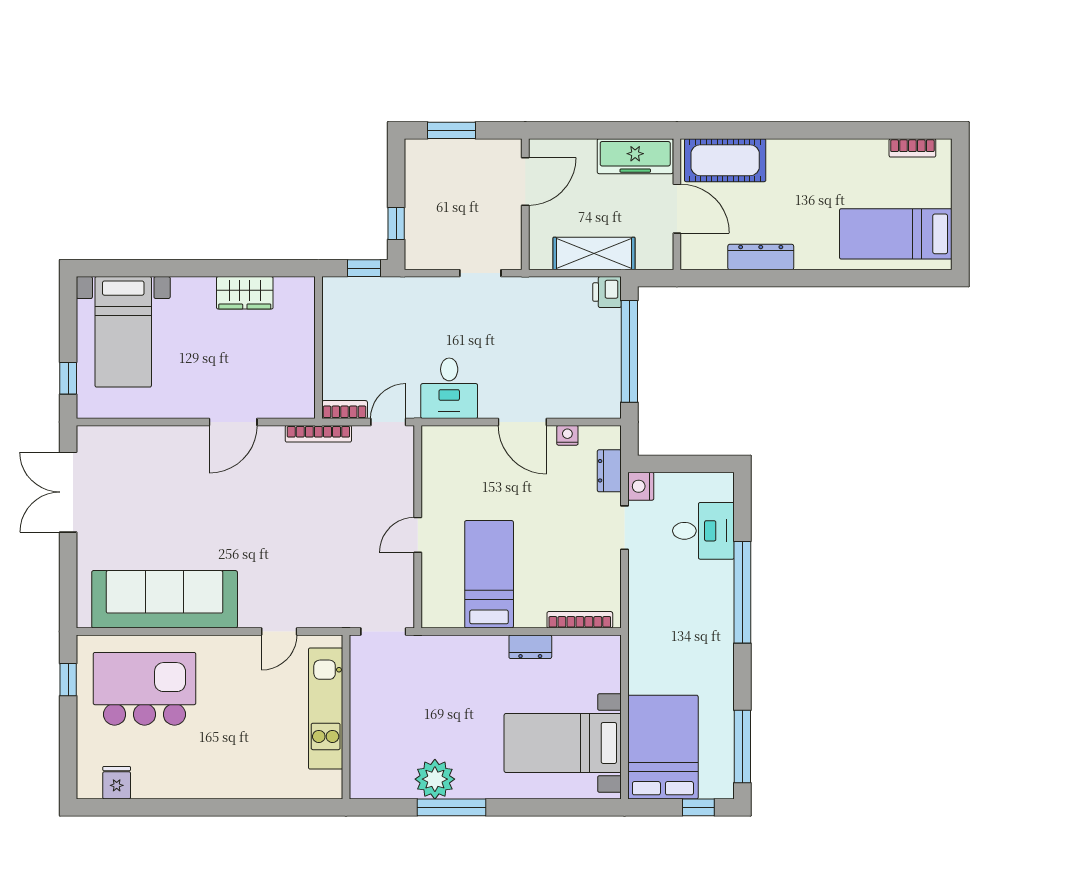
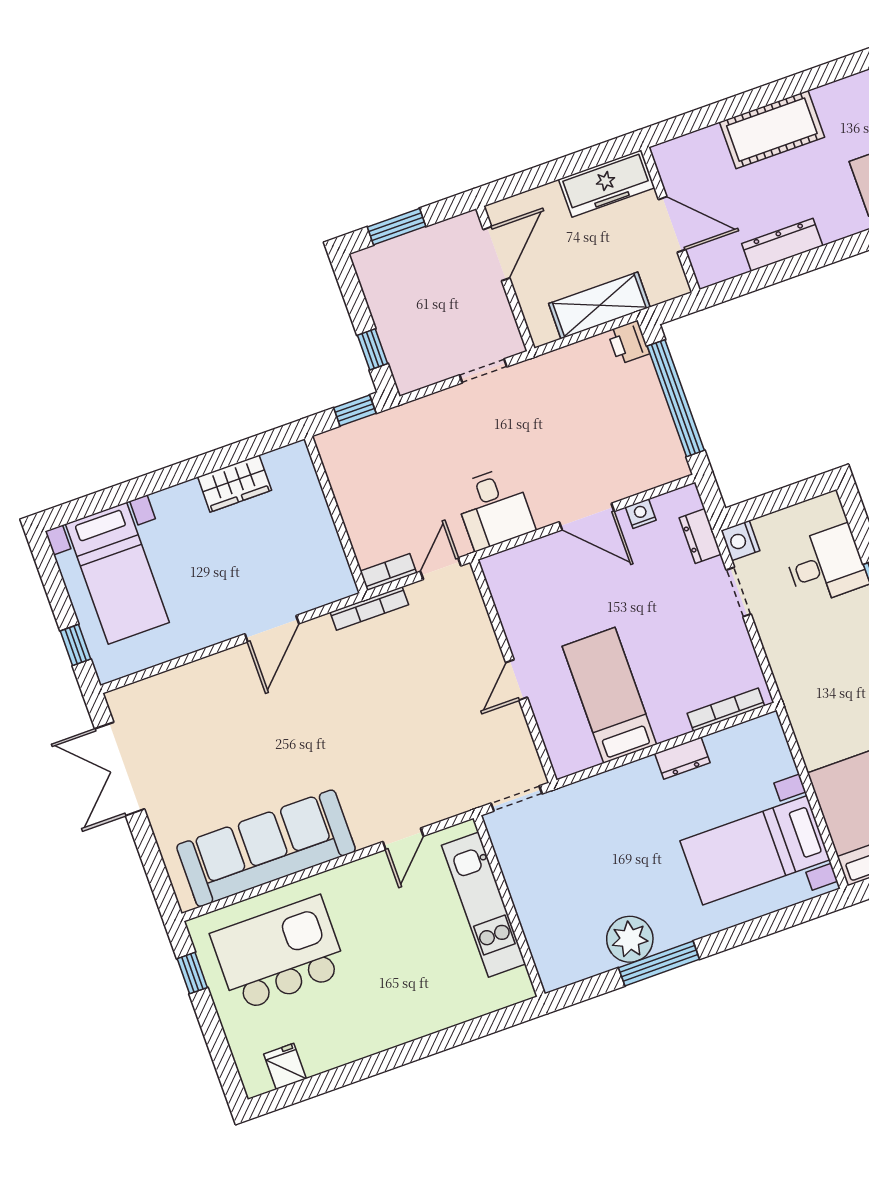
cot: (725, 160) -> (772, 130), moved

